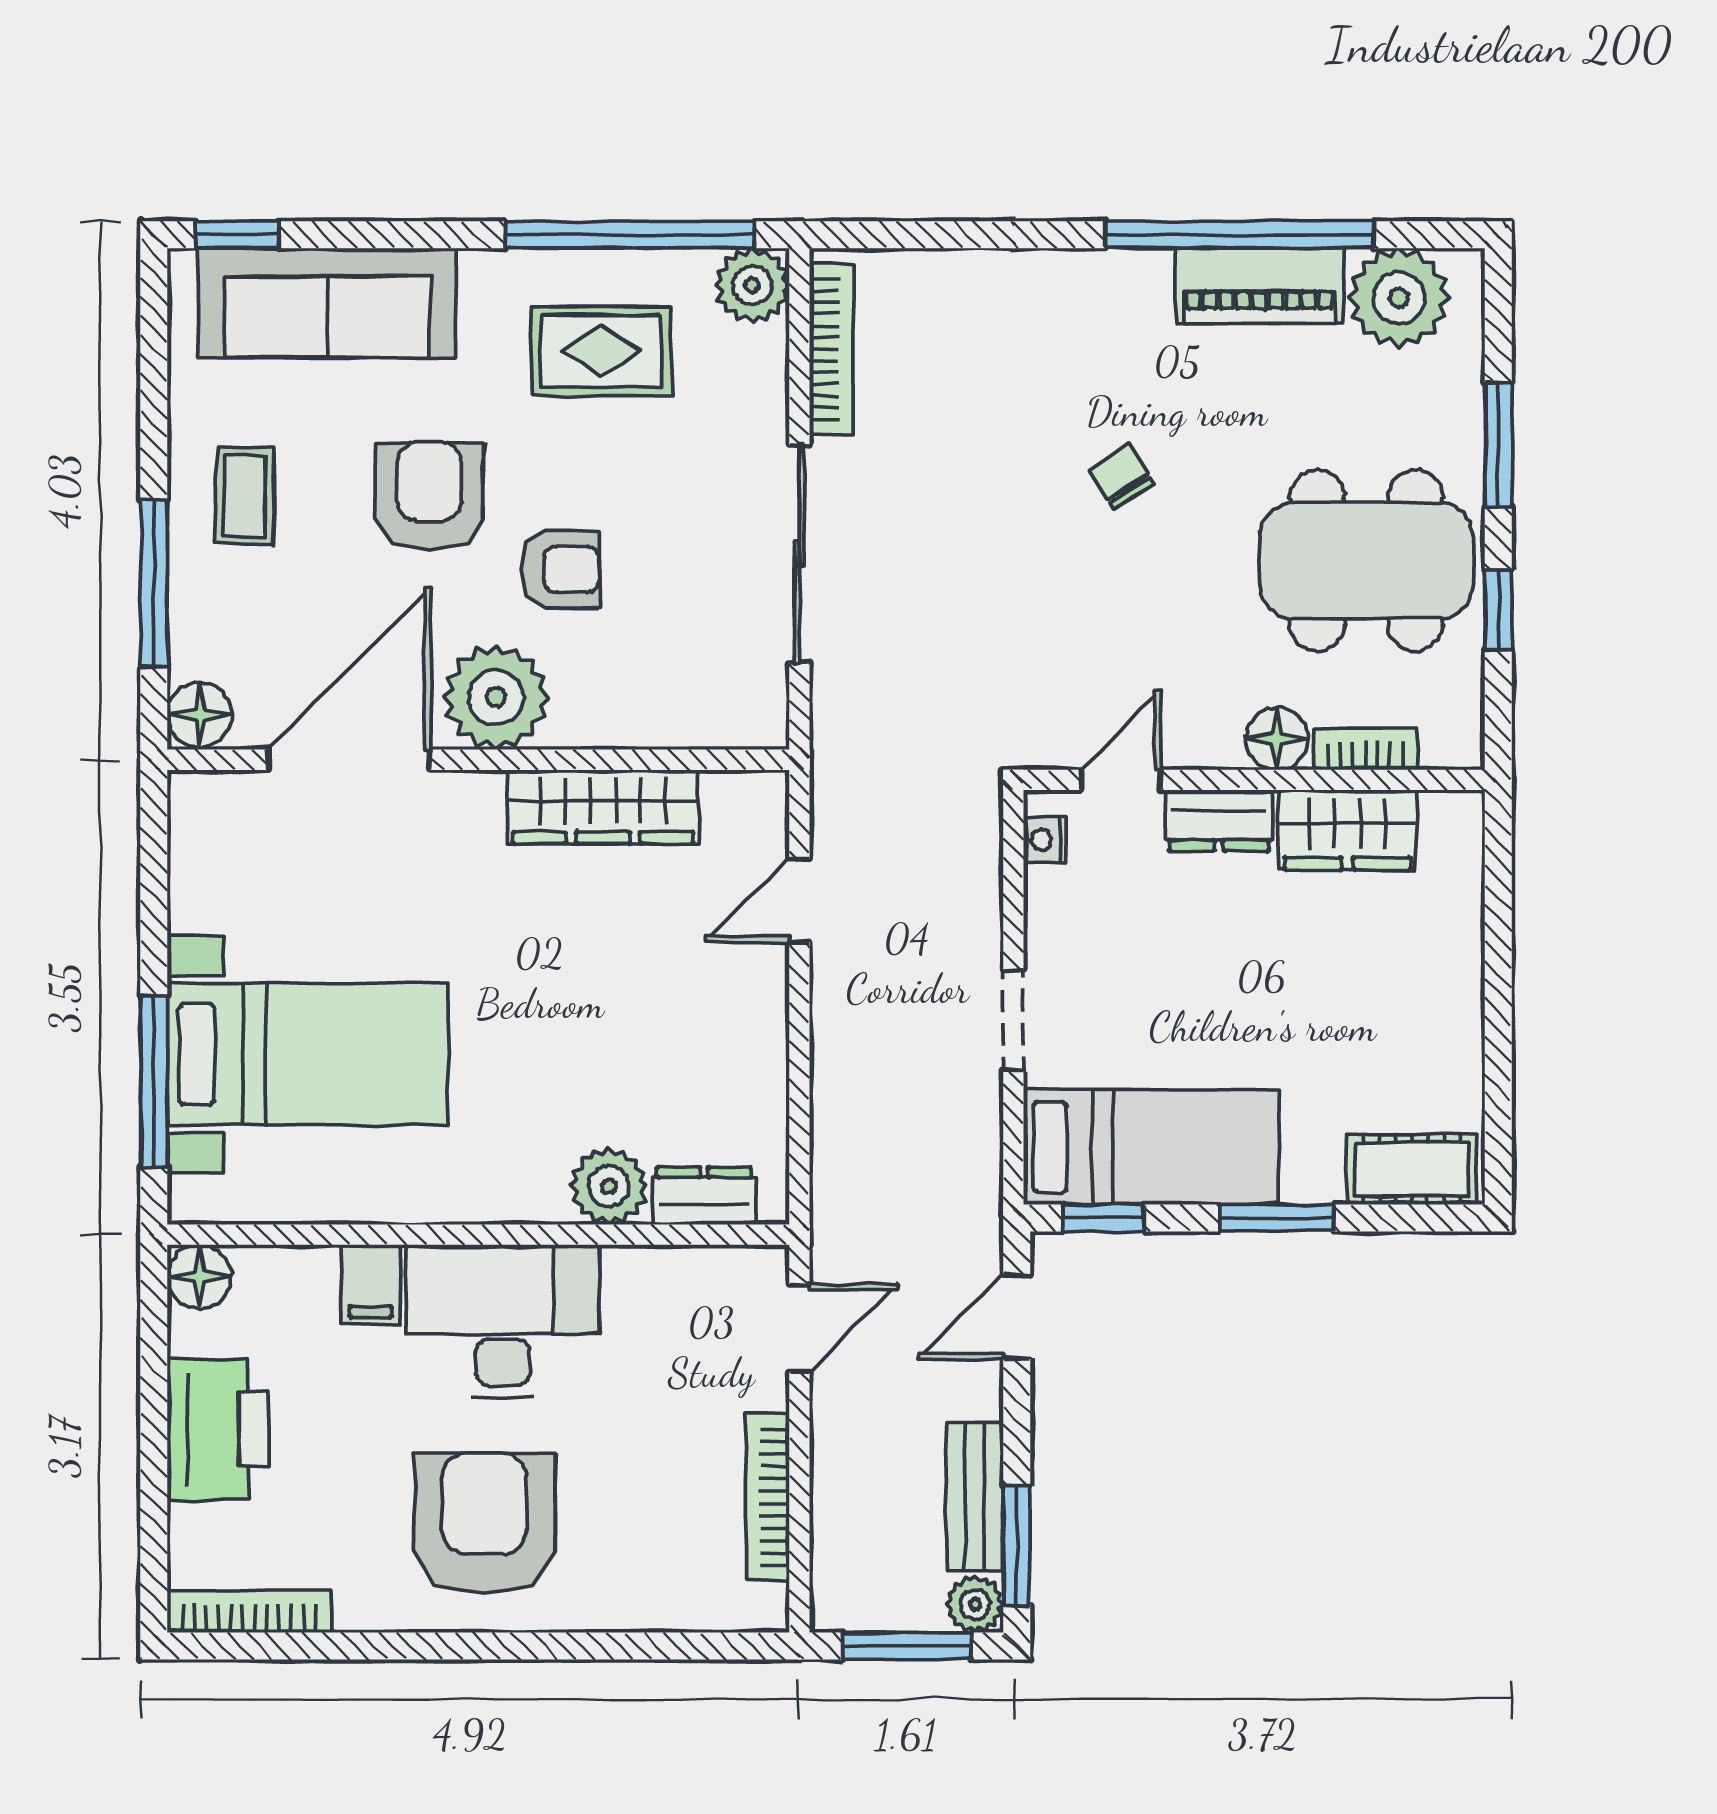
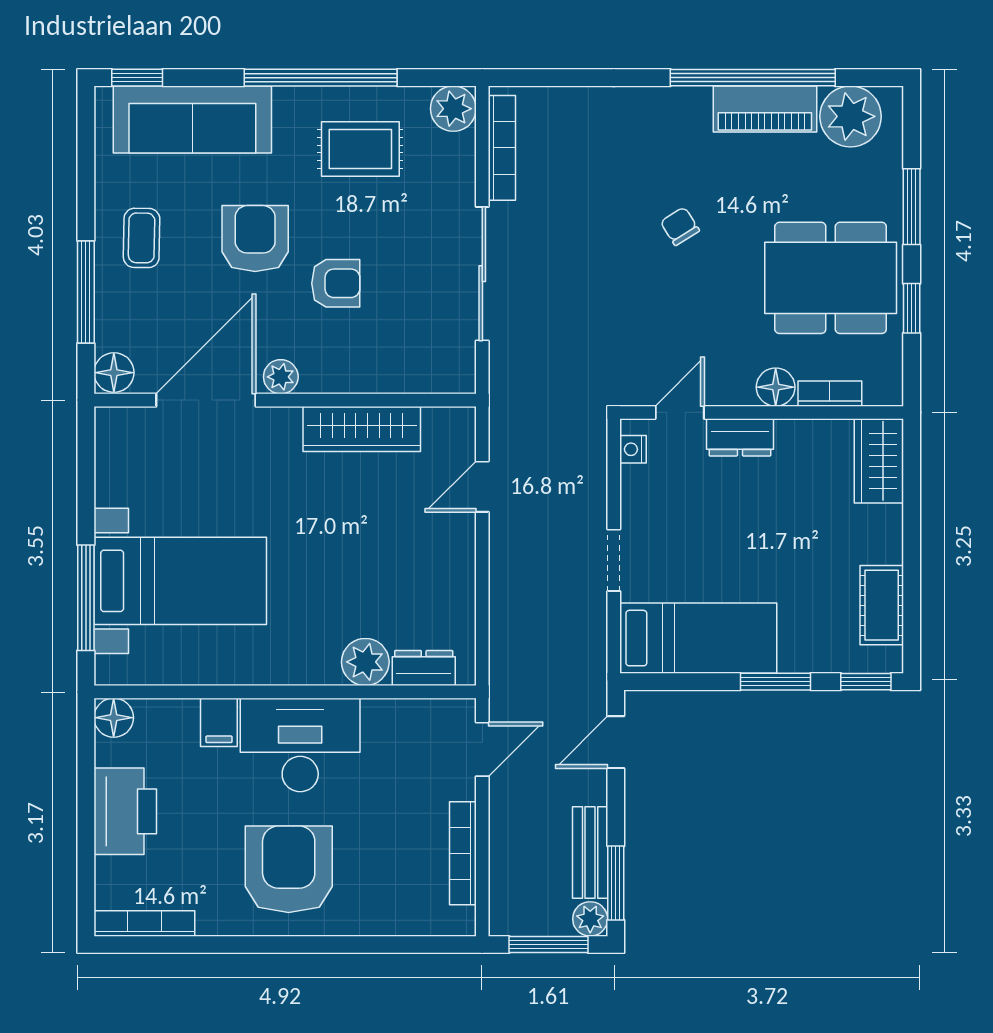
window: (630, 235) -> (321, 78), moved
plant: (496, 697) -> (281, 377), width x0.53, depth x0.53
wardrobe: (1347, 830) -> (879, 461), moved, turned 90
cot: (1412, 1169) -> (882, 605), moved, turned 90
window: (1103, 1218) -> (866, 682), moved

